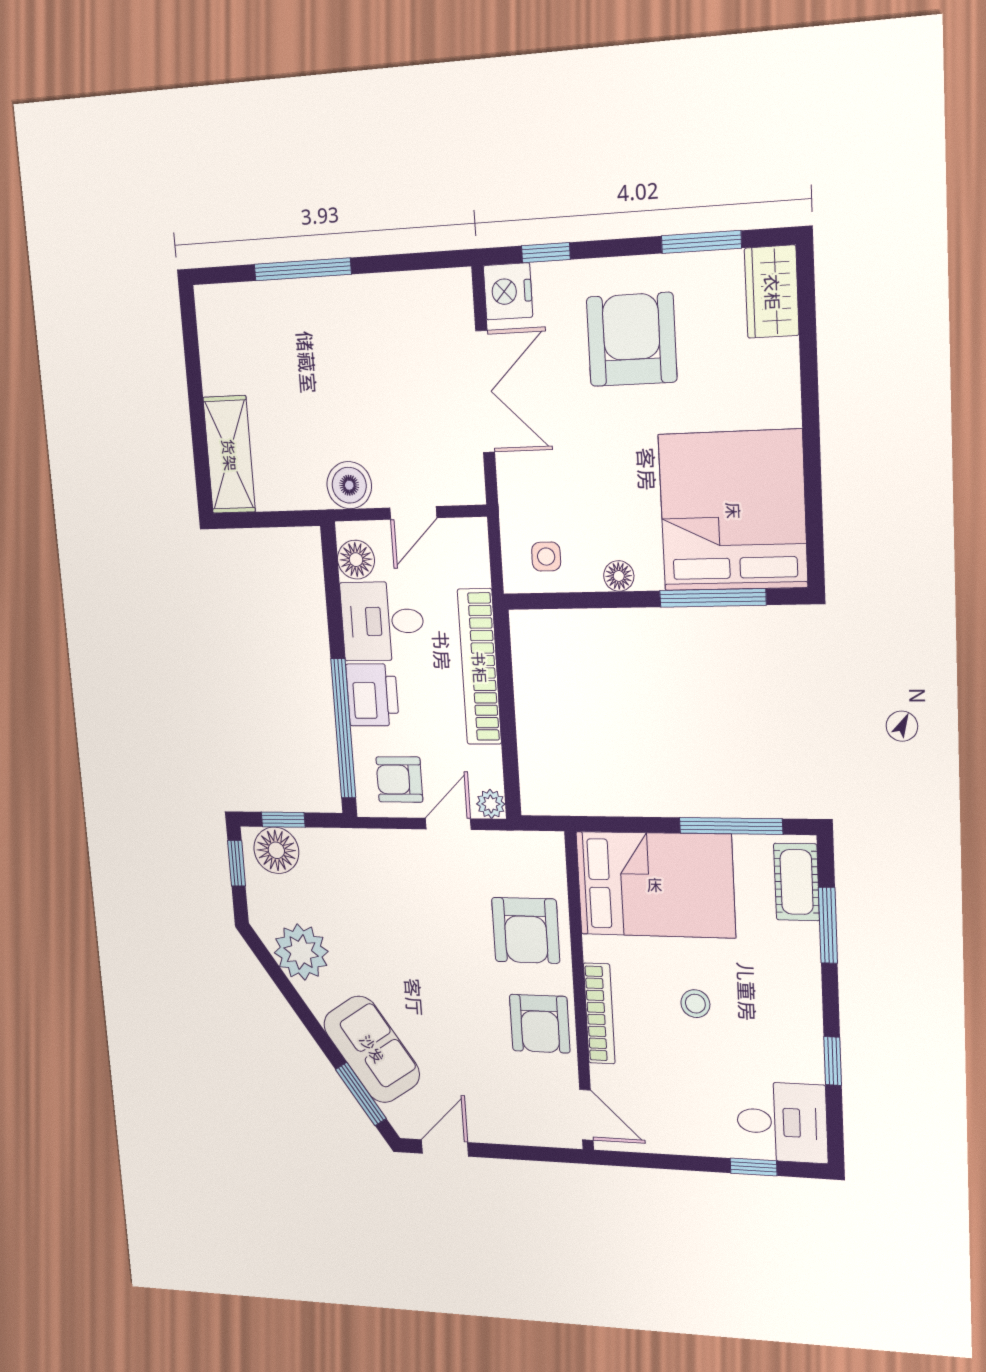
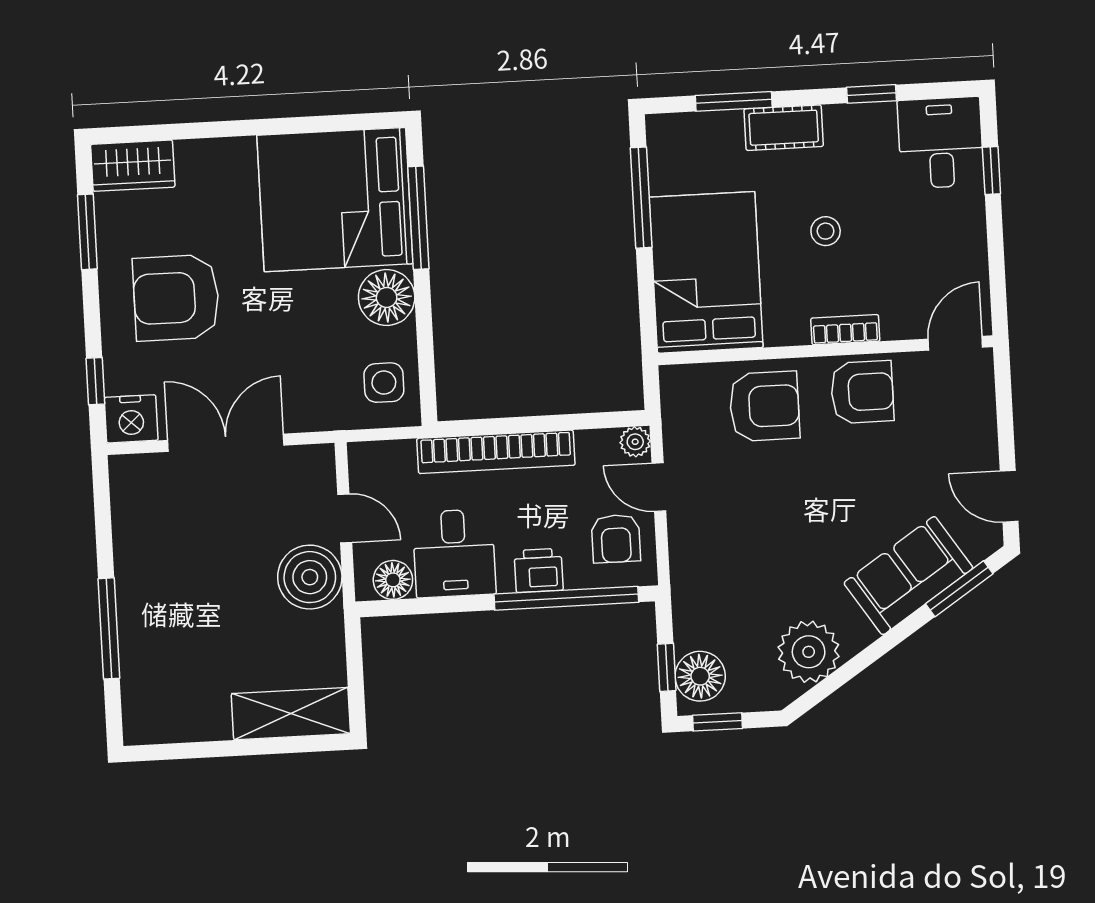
boiler: (349, 485) -> (310, 577), width x1.37, depth x1.37
side table: (546, 557) -> (384, 383), width x1.37, depth x1.37
floor lamp: (619, 576) -> (387, 297), width x1.89, depth x1.89
printer: (372, 695) -> (539, 570), width x0.73, depth x0.81
cot: (797, 882) -> (784, 128), moved
bookcase: (599, 1014) -> (845, 330), width x0.64

